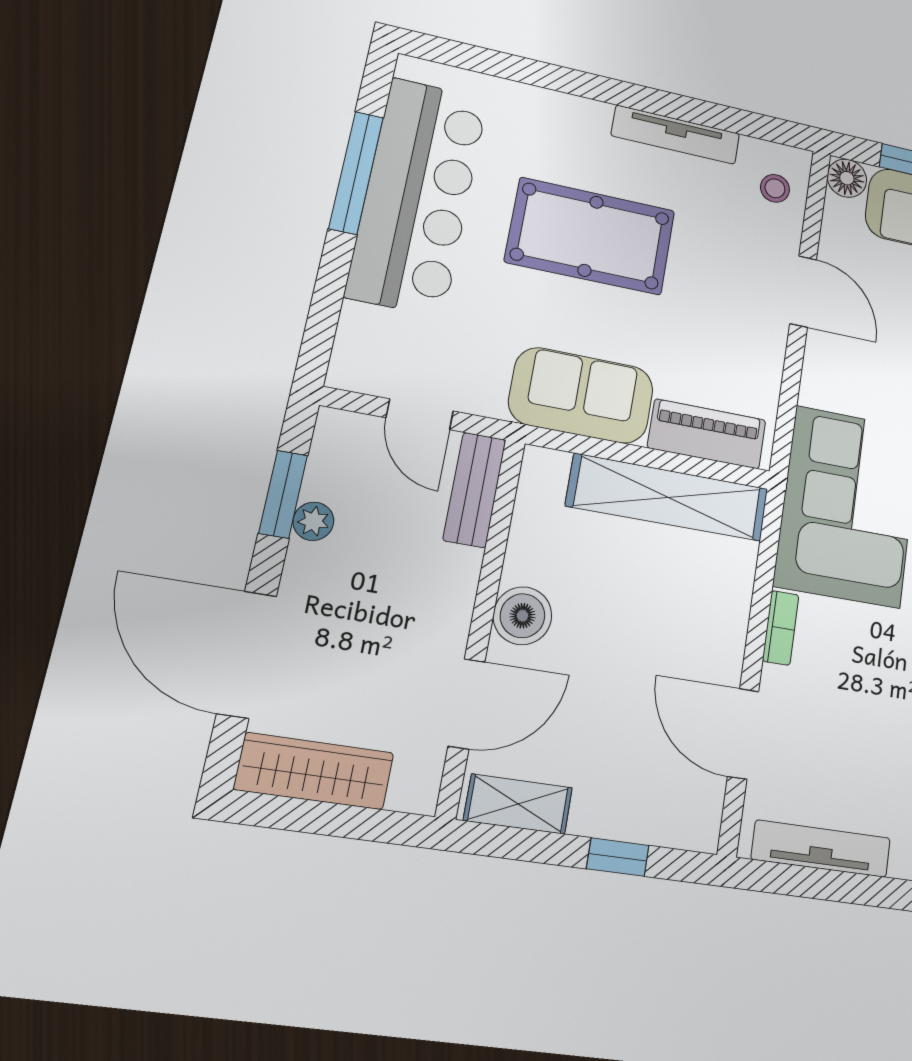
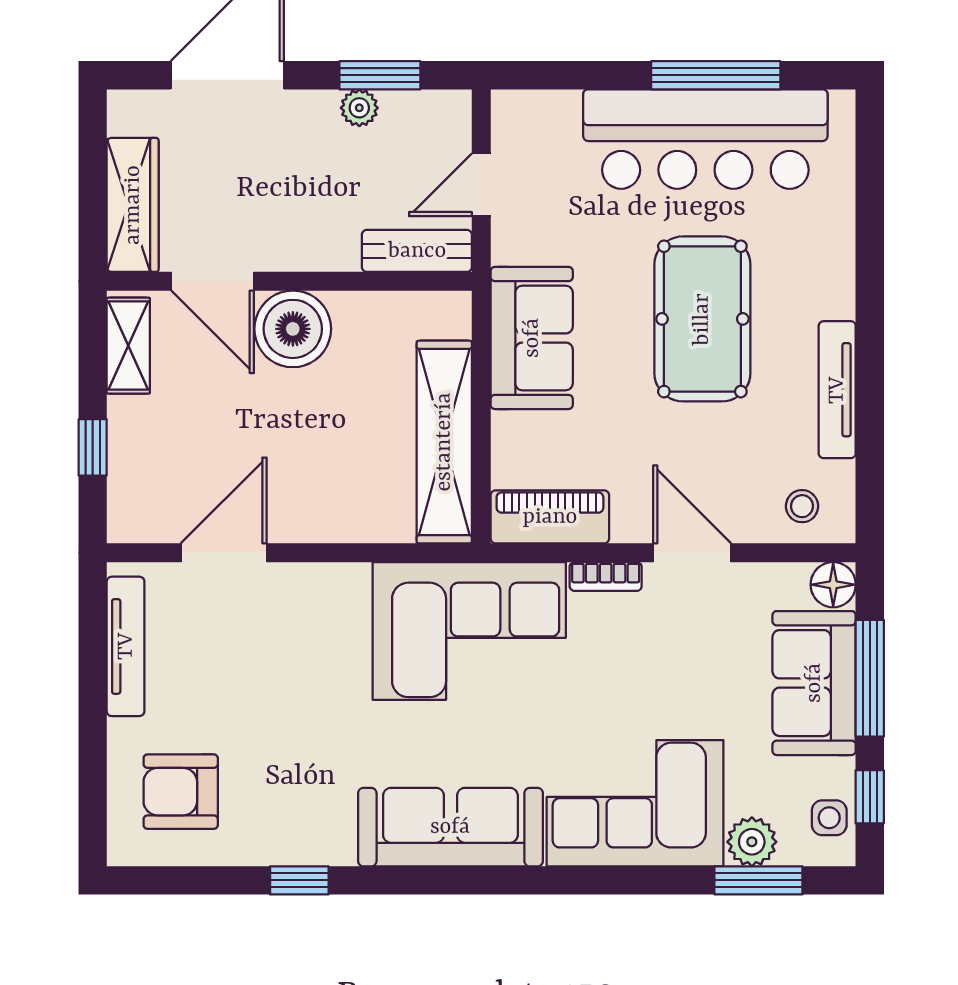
door: (803, 292) -> (692, 553), swing flipped
piano: (707, 434) -> (550, 517), moved, turned -90
boiler: (522, 616) -> (293, 329), width x1.37, depth x1.37
bookcase: (781, 628) -> (606, 577), moved
wardrobe: (314, 771) -> (133, 205), moved

